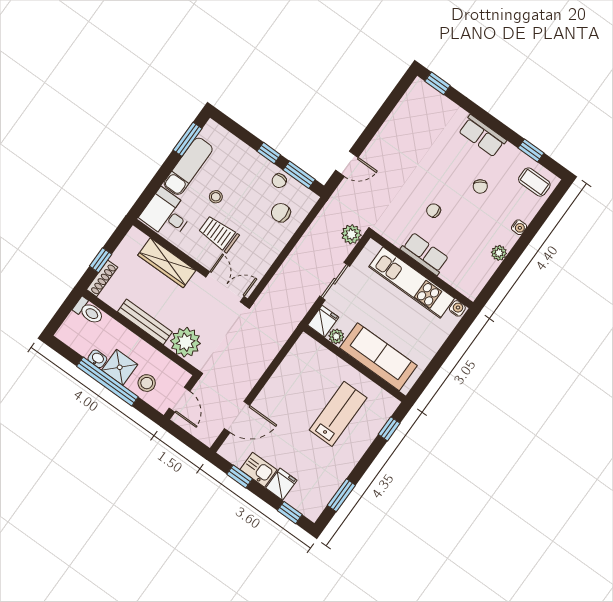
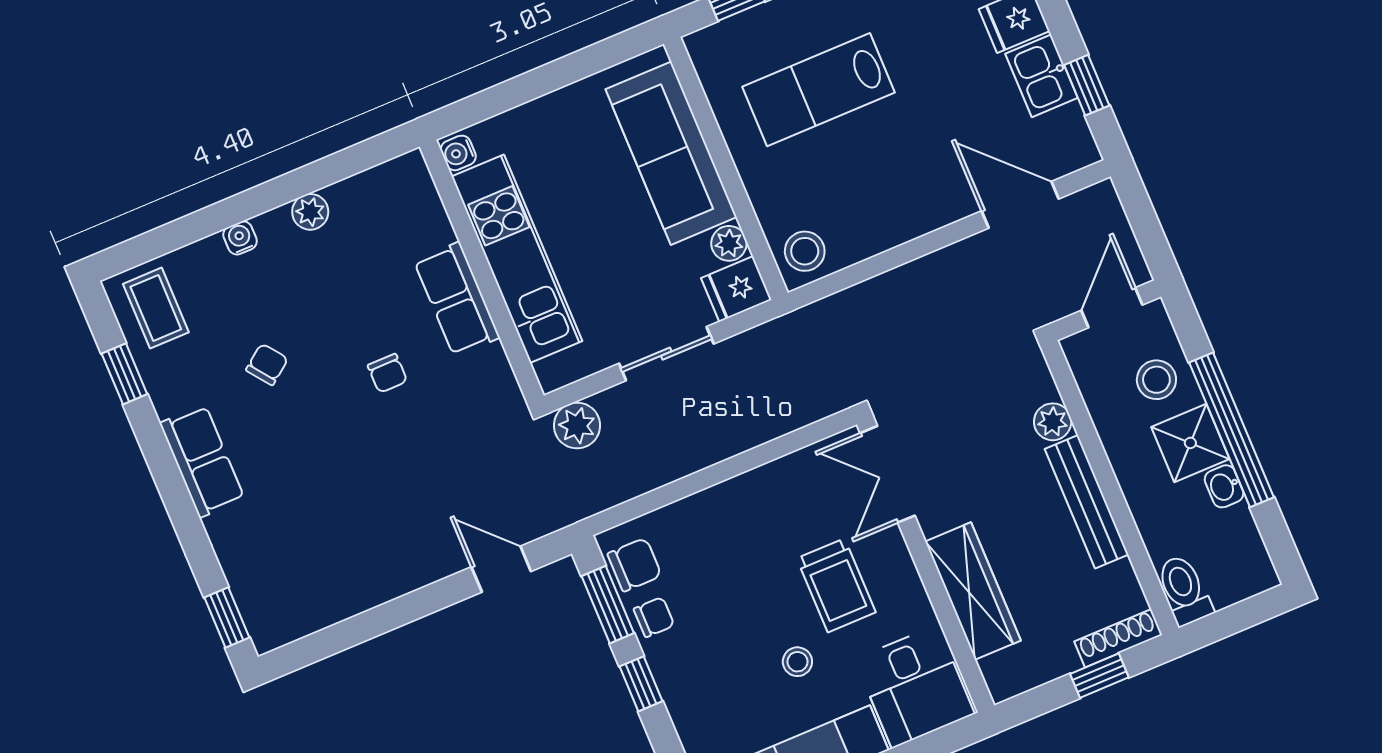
chair: (281, 213) -> (635, 565), moved, turned -90
plant: (186, 342) -> (1053, 422), width x0.53, depth x0.53
stool: (306, 351) -> (805, 251), added

